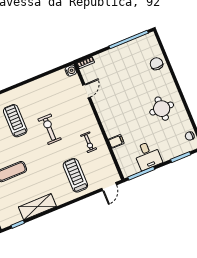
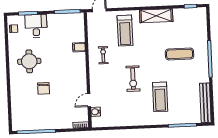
chair: (156, 64) -> (44, 88), moved
water cooler: (71, 71) -> (96, 112), moved
desk: (148, 155) -> (36, 26), moved
shelving: (37, 207) -> (156, 16), moved

